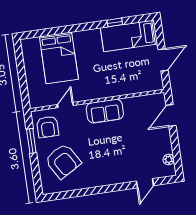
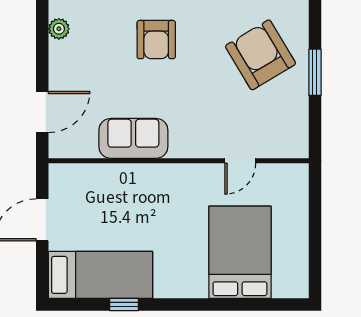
sofa: (105, 111) -> (133, 138), moved
armchair: (48, 127) -> (156, 40), moved, turned 180
window: (31, 141) -> (315, 72), moved

